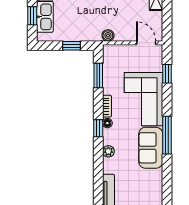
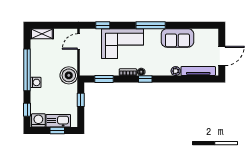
boiler: (108, 36) -> (69, 75), width x1.86, depth x1.86
sofa: (151, 148) -> (177, 38), moved
plant: (108, 151) -> (176, 71), moved

